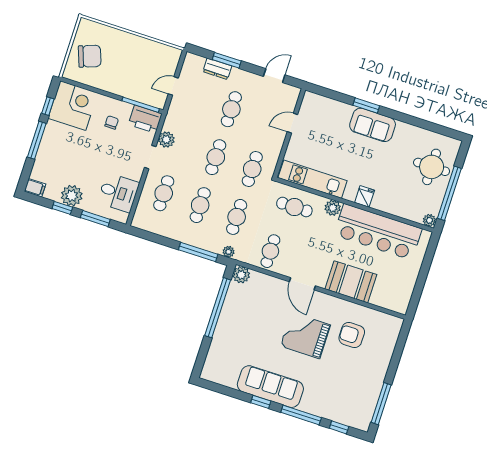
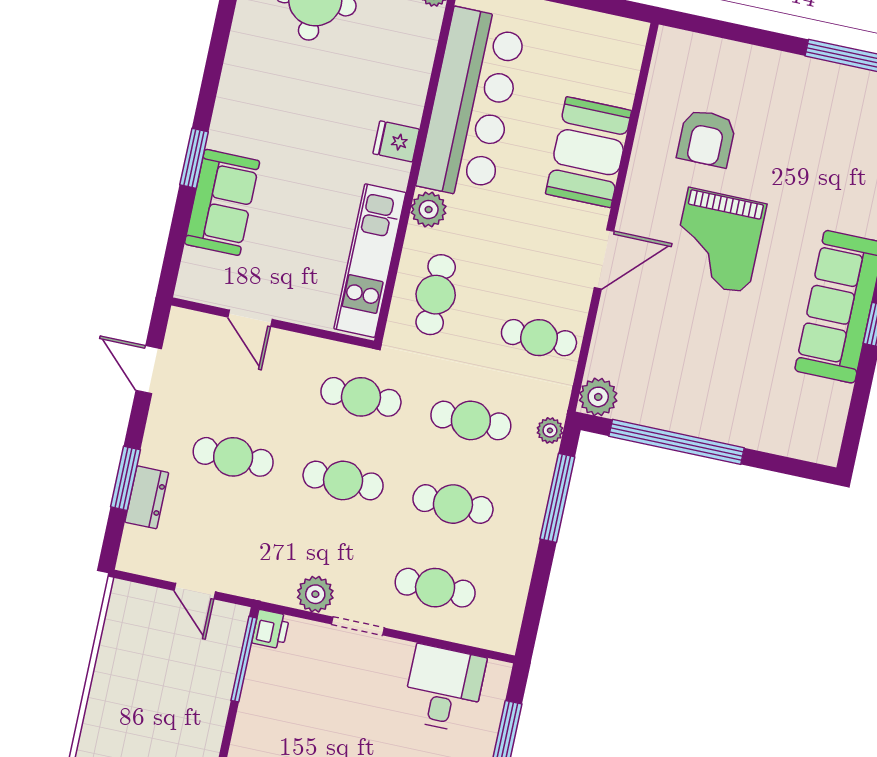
printer: (145, 119) -> (271, 629), width x0.53, depth x0.68
chair: (112, 122) -> (290, 719), removed
sofa: (373, 125) -> (222, 202), moved

